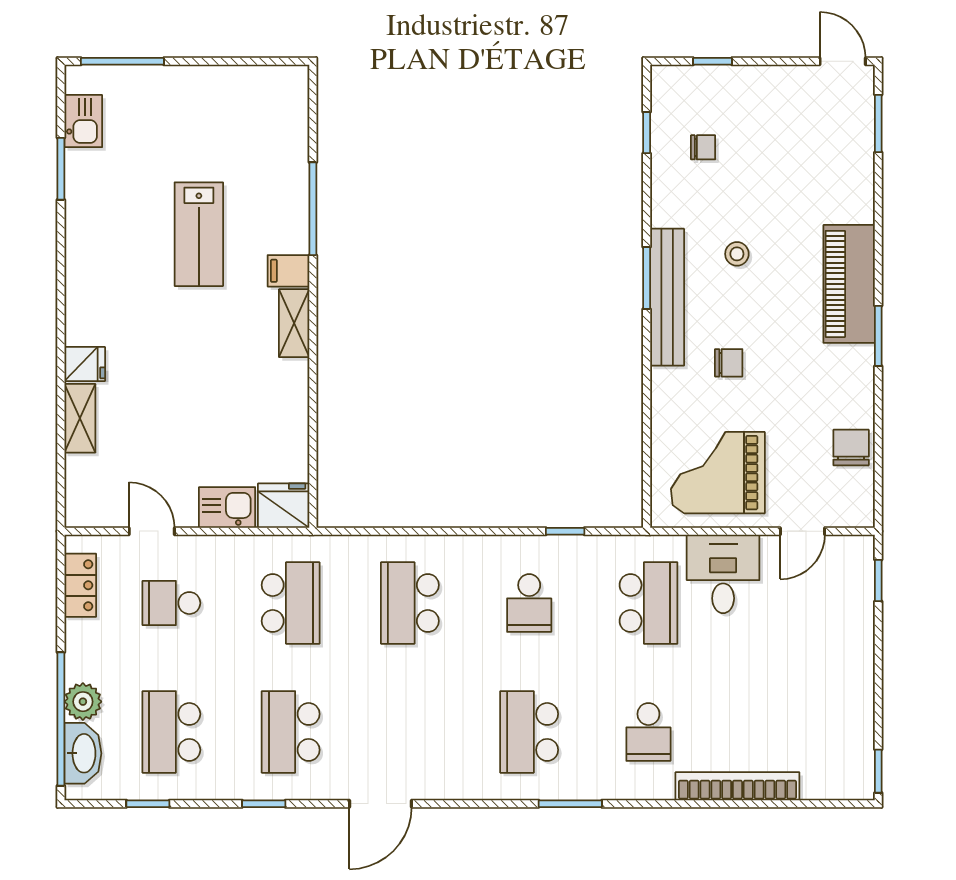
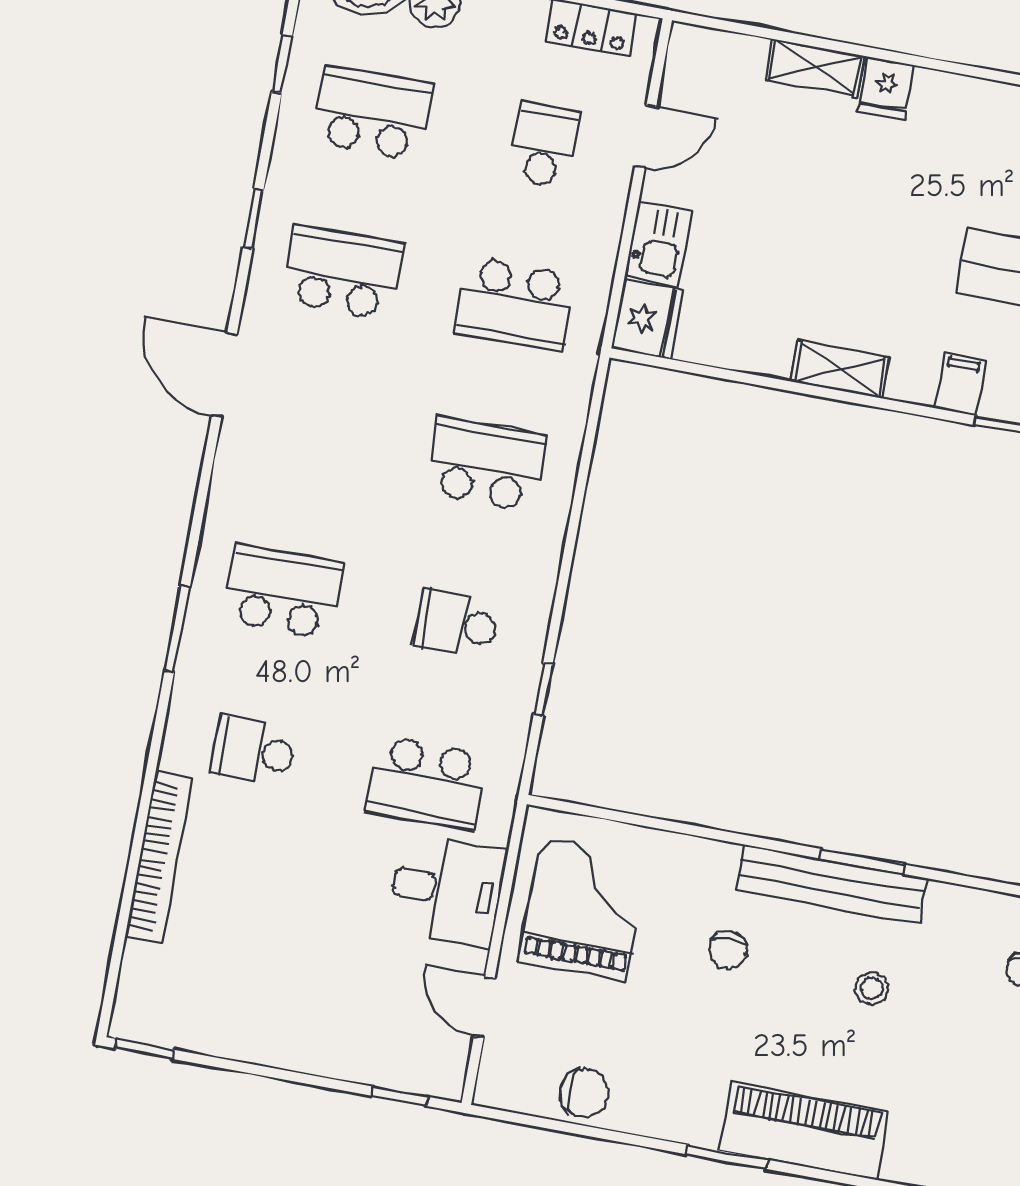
shelving: (294, 323) -> (840, 369), moved

